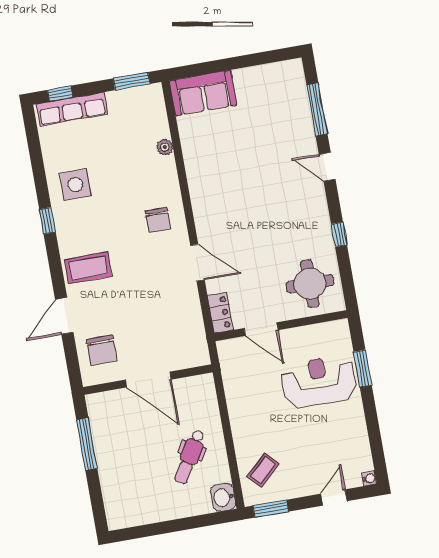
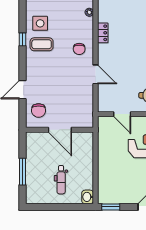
coffee table: (88, 268) -> (42, 44), moved
locker: (220, 313) -> (103, 33), moved
window: (87, 444) -> (23, 172), moved
dental chair: (190, 457) -> (61, 180), moved, turned -31
coffee table: (263, 470) -> (110, 186), removed

